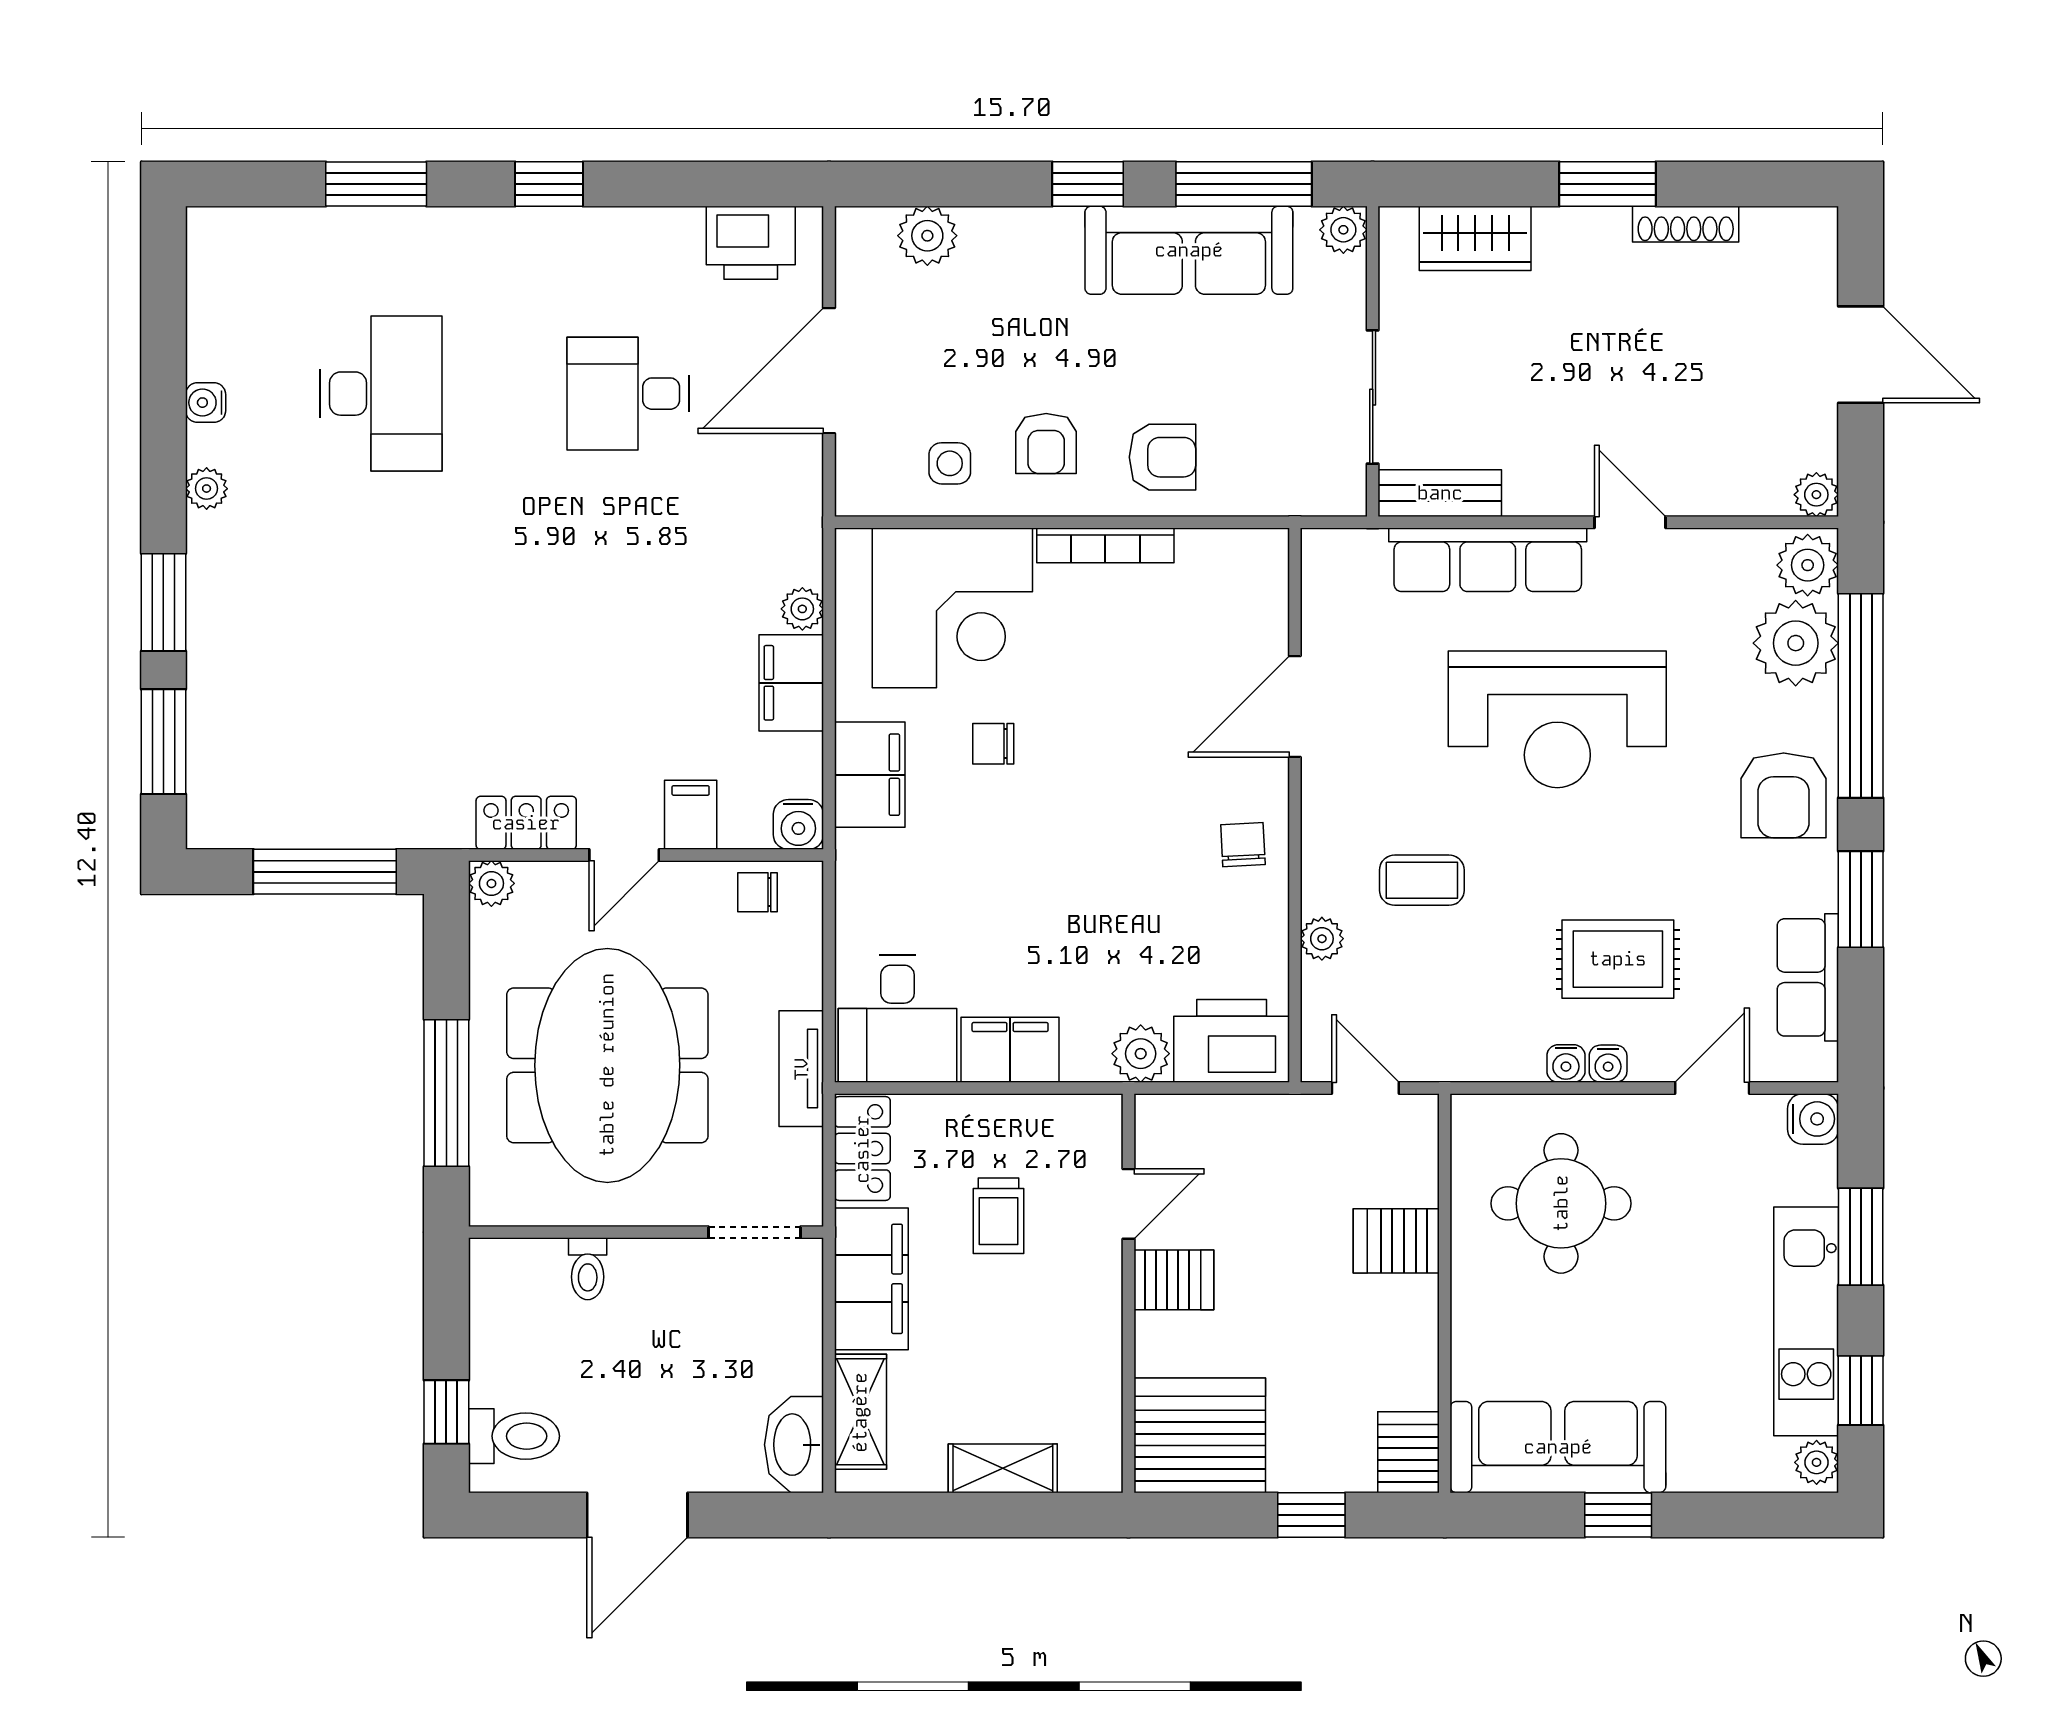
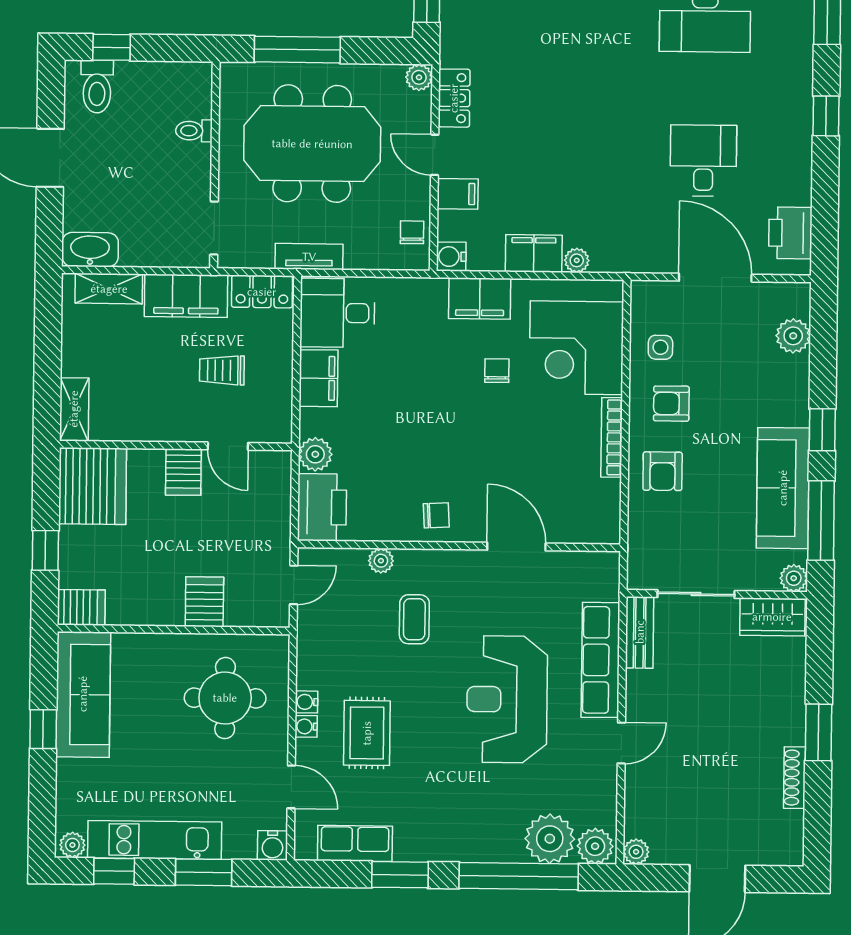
wardrobe: (1475, 238) -> (772, 617), moved, turned -90
armchair: (1784, 795) -> (461, 831), removed
shelving: (1003, 1468) -> (74, 409), moved

